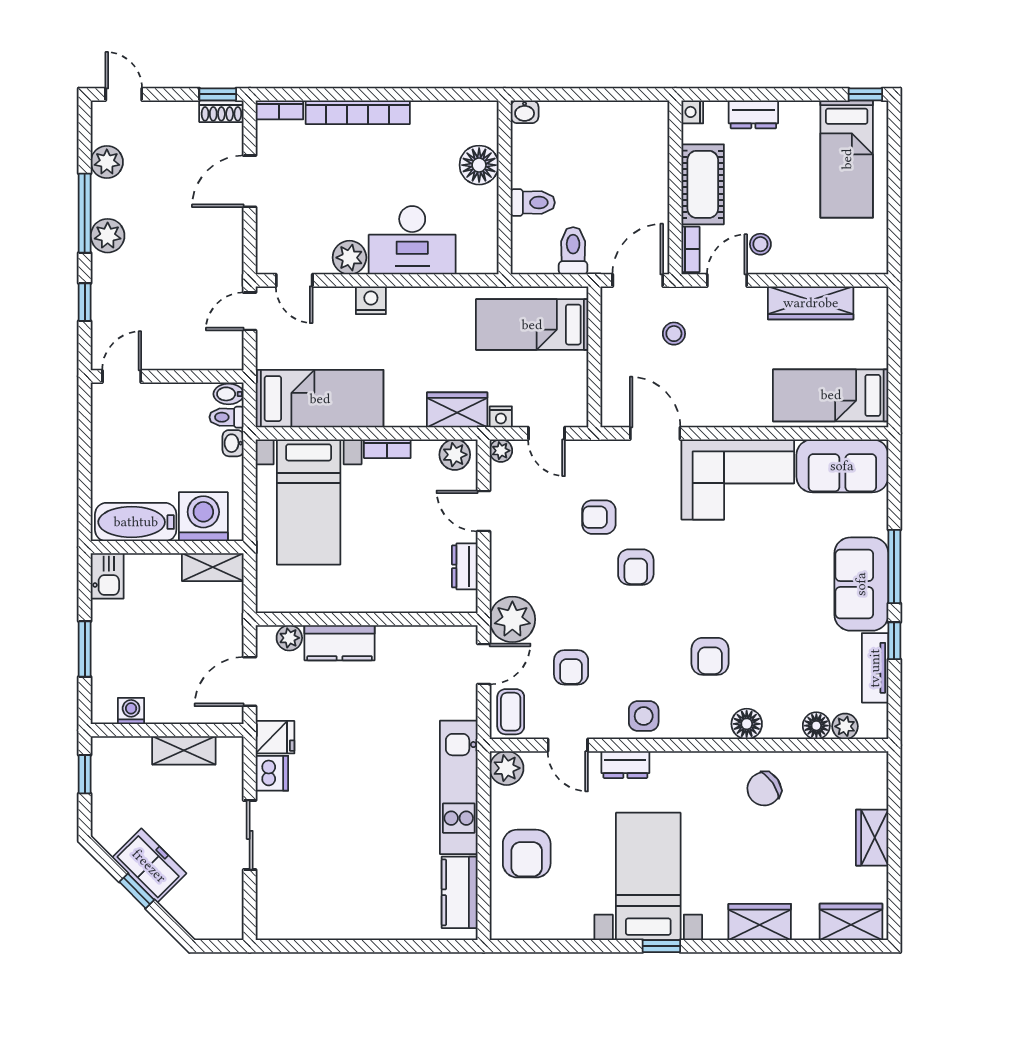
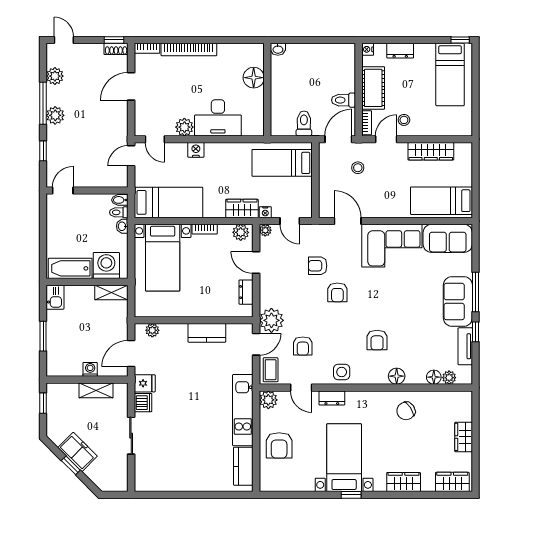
toilet: (533, 203) -> (344, 100), moved, turned 180
kitchen counter: (340, 643) -> (207, 333), moved
washing machine: (131, 711) -> (90, 369), moved

